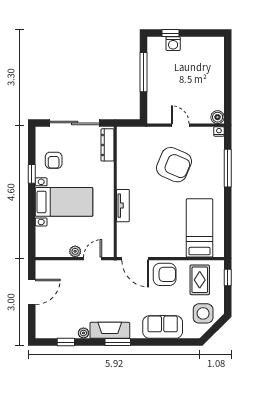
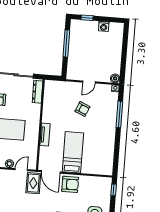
washing machine: (173, 44) -> (104, 26), moved
door: (180, 125) -> (89, 82), swing flipped
armchair: (174, 165) -> (82, 109), width x0.53, depth x0.53
bed: (200, 228) -> (73, 152), moved
rug: (200, 280) -> (33, 183), moved

